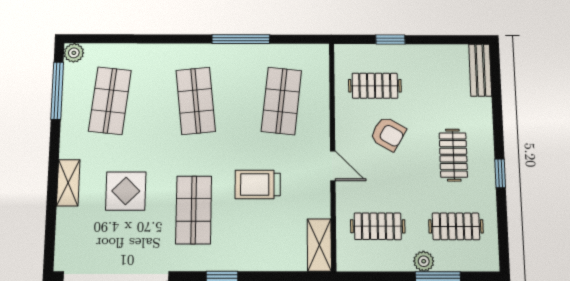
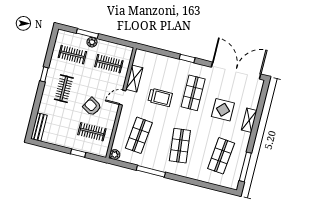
plant: (74, 53) -> (115, 155), moved
door: (333, 166) -> (122, 98), hinge flipped
shelving: (319, 245) -> (134, 79), moved

